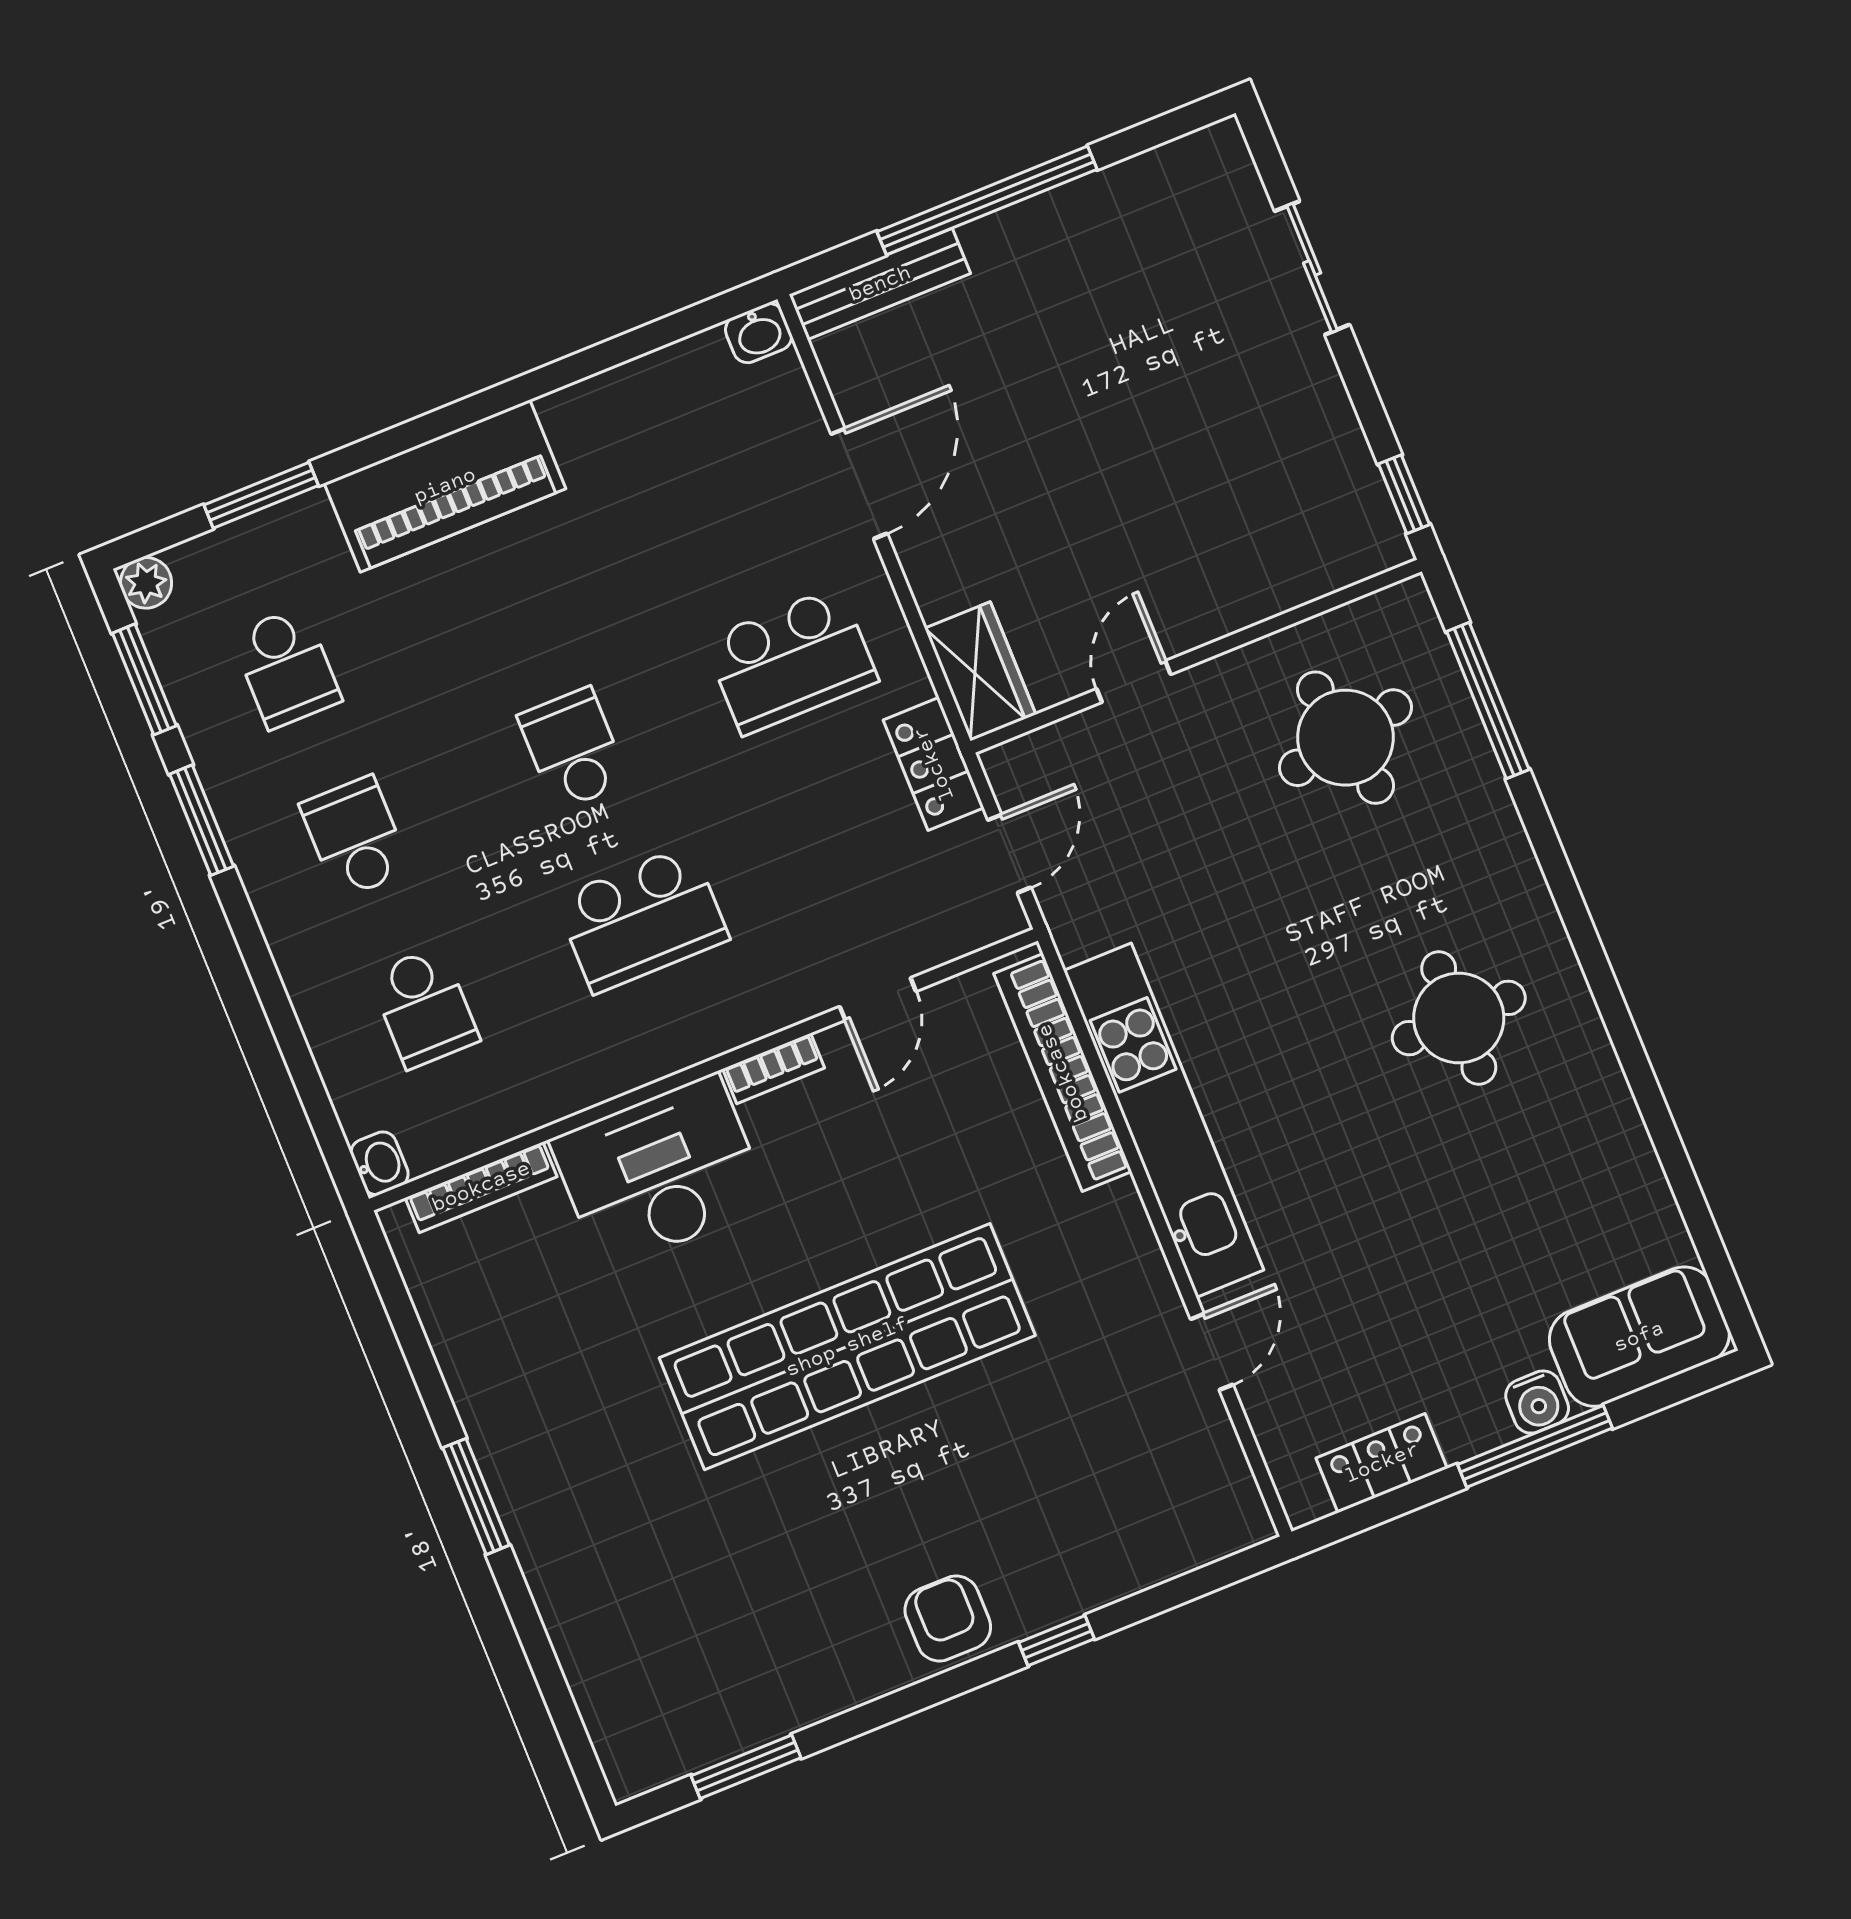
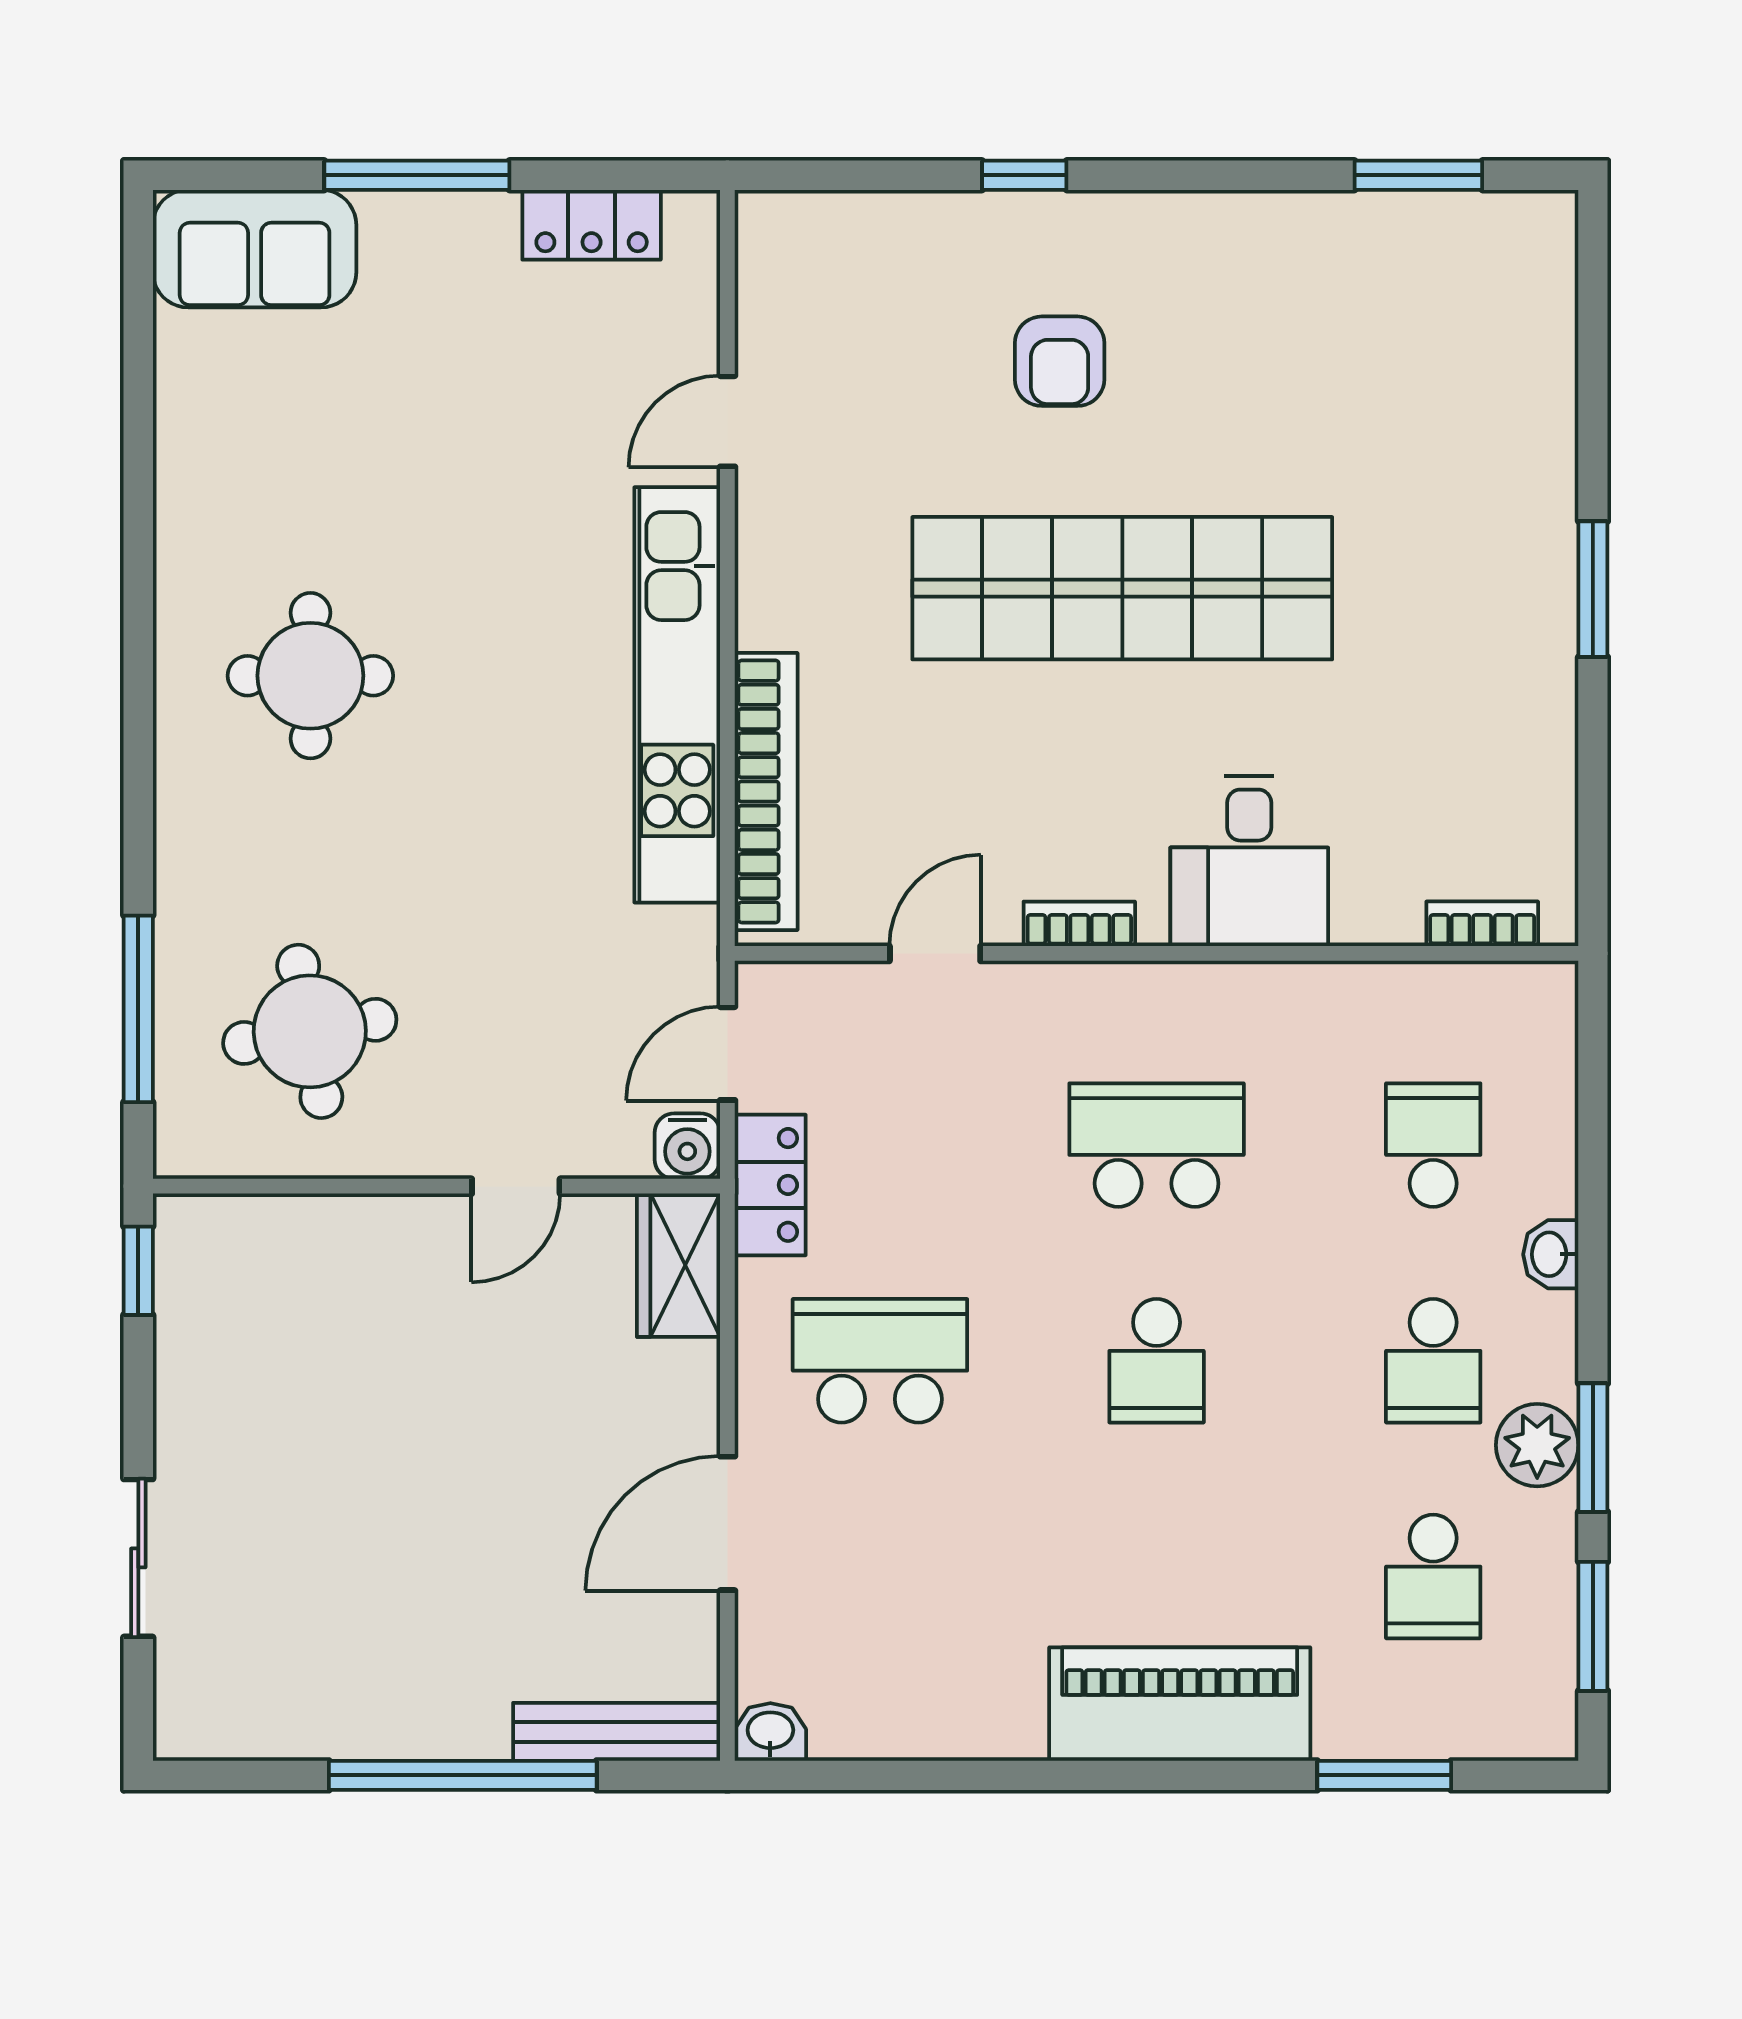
plant: (146, 583) -> (1537, 1445), moved, width x1.38, depth x1.38
school desk: (286, 668) -> (1433, 1576), turned 180
washbasin: (380, 1163) -> (1551, 1254), moved
desk: (660, 1172) -> (1249, 861), width x0.73
bookcase: (481, 1187) -> (1482, 924), width x0.64
water cooler: (1537, 1402) -> (687, 1146), moved, turned 180
armchair: (948, 1618) -> (1060, 361), moved

